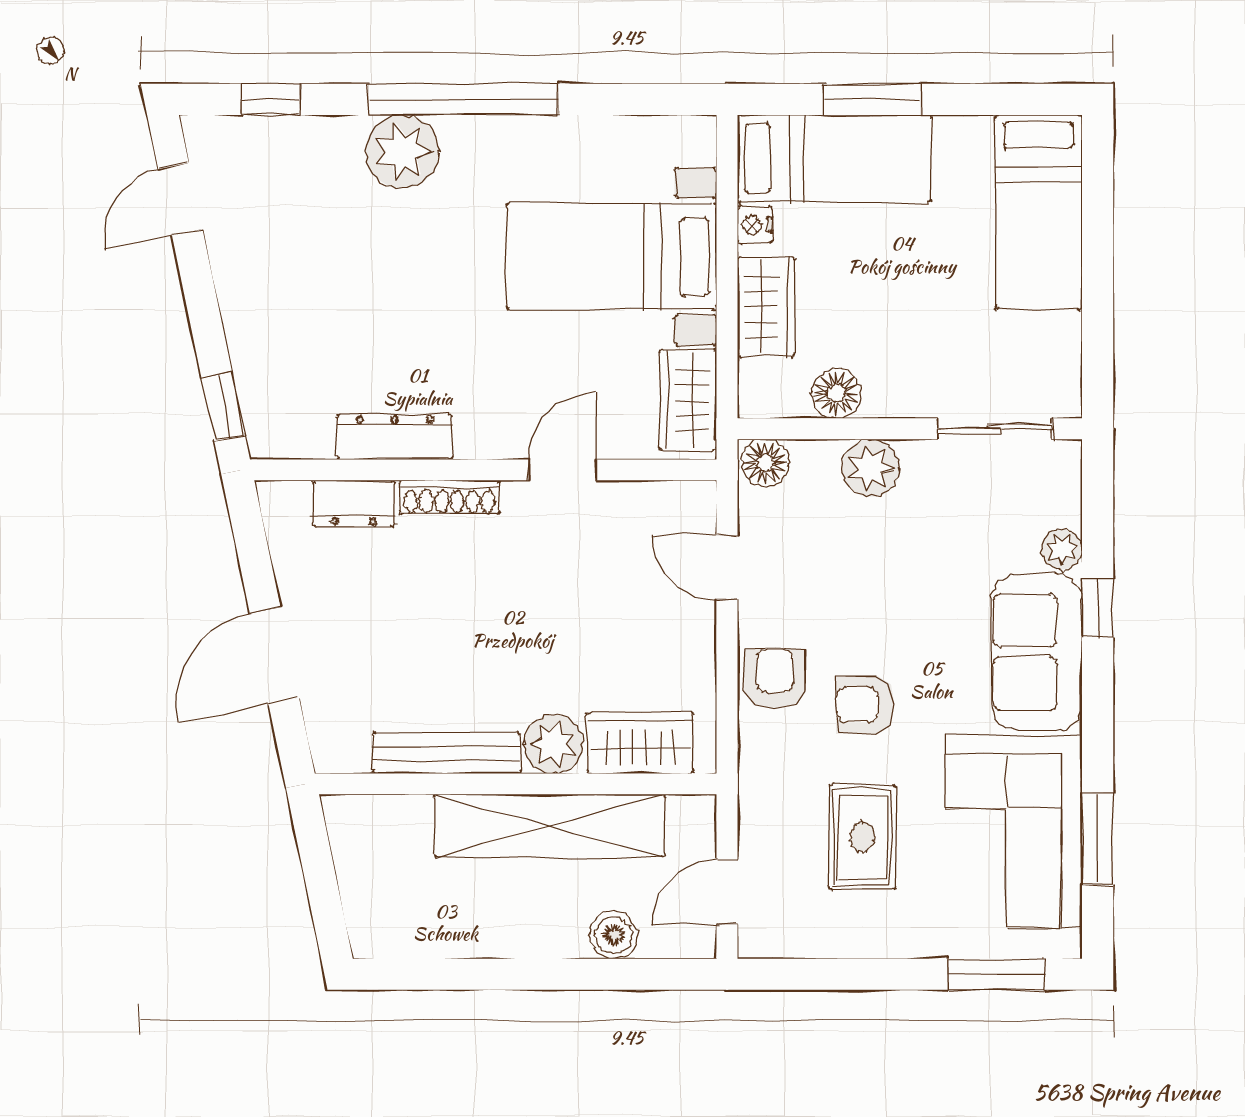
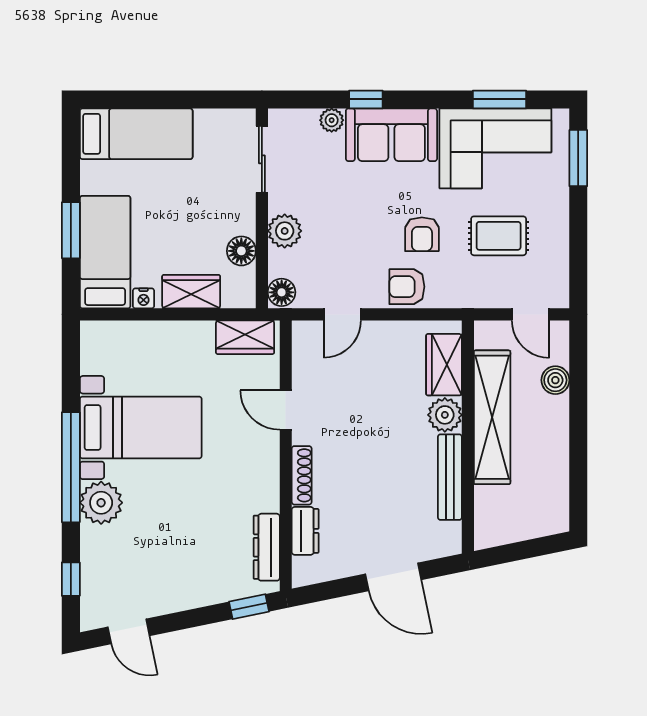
bed with nightstands: (612, 257) -> (141, 428), moved, turned -90
dresser: (395, 437) -> (267, 547), moved

